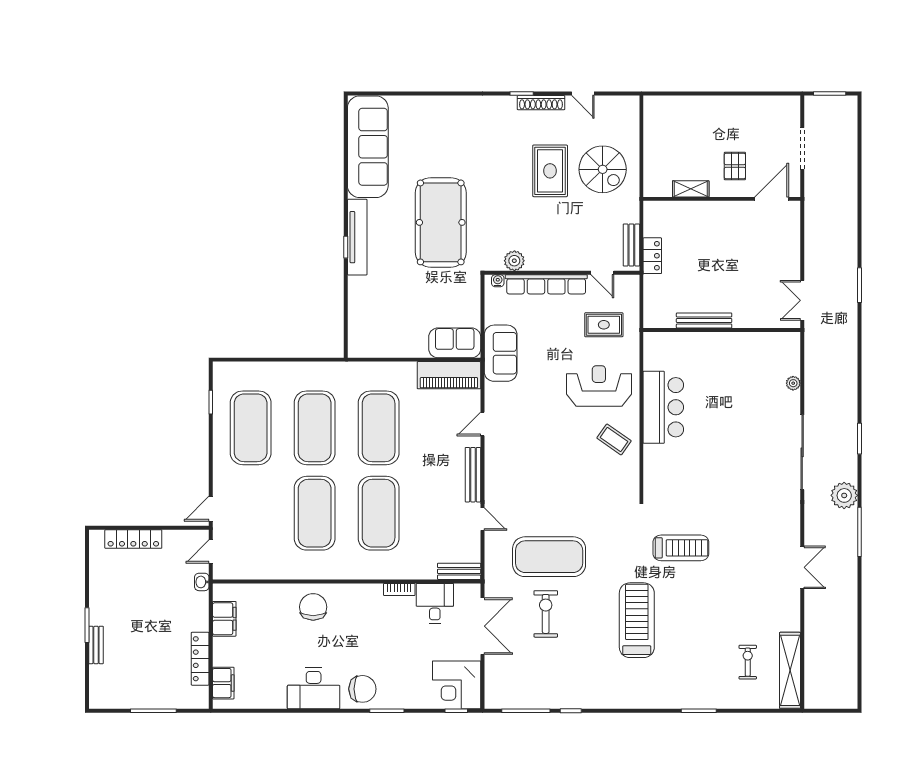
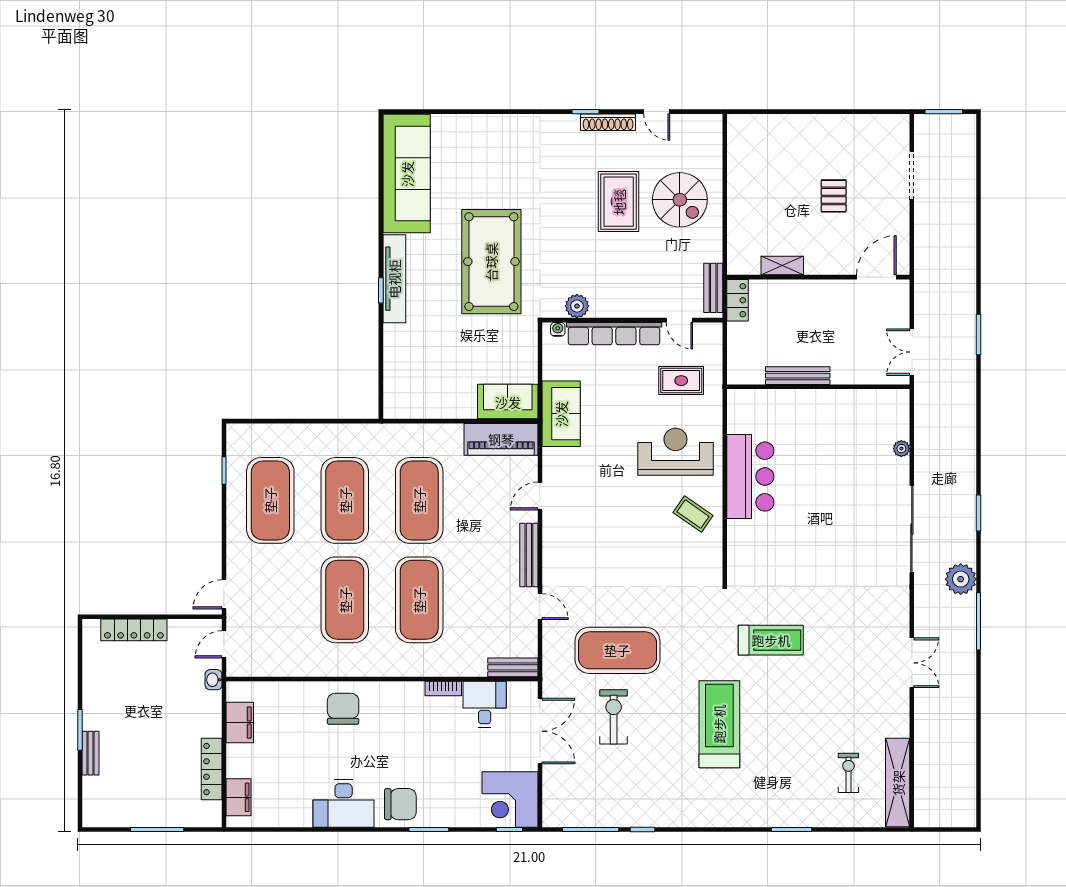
shelving: (691, 189) -> (782, 266), moved
wall: (722, 199) -> (818, 277), moved
door: (772, 199) -> (876, 277), moved

